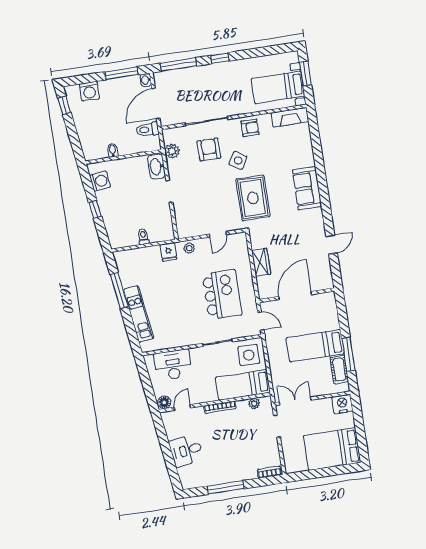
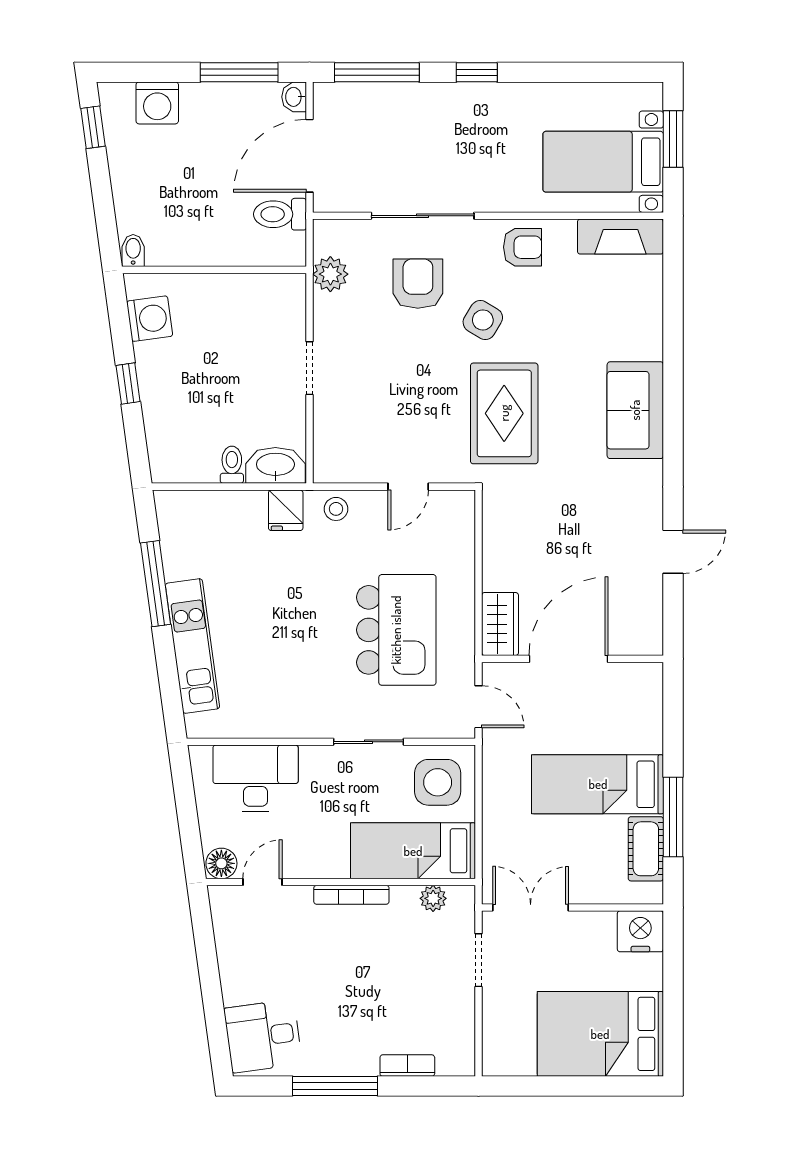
bidet: (113, 150) -> (133, 251), moved
washbasin: (157, 167) -> (275, 465), moved, turned 90
wardrobe: (261, 262) -> (500, 624), moved
desk: (186, 451) -> (263, 1036), moved
bookcase: (269, 472) -> (407, 1066), moved

